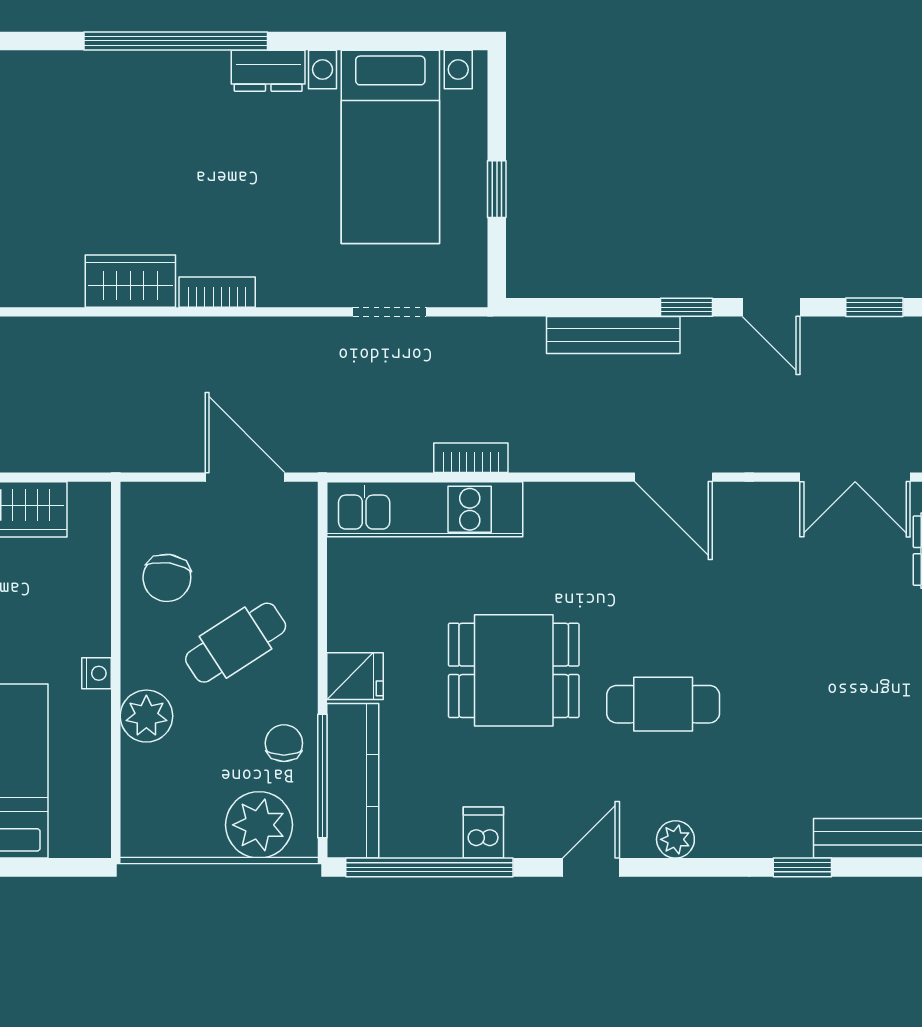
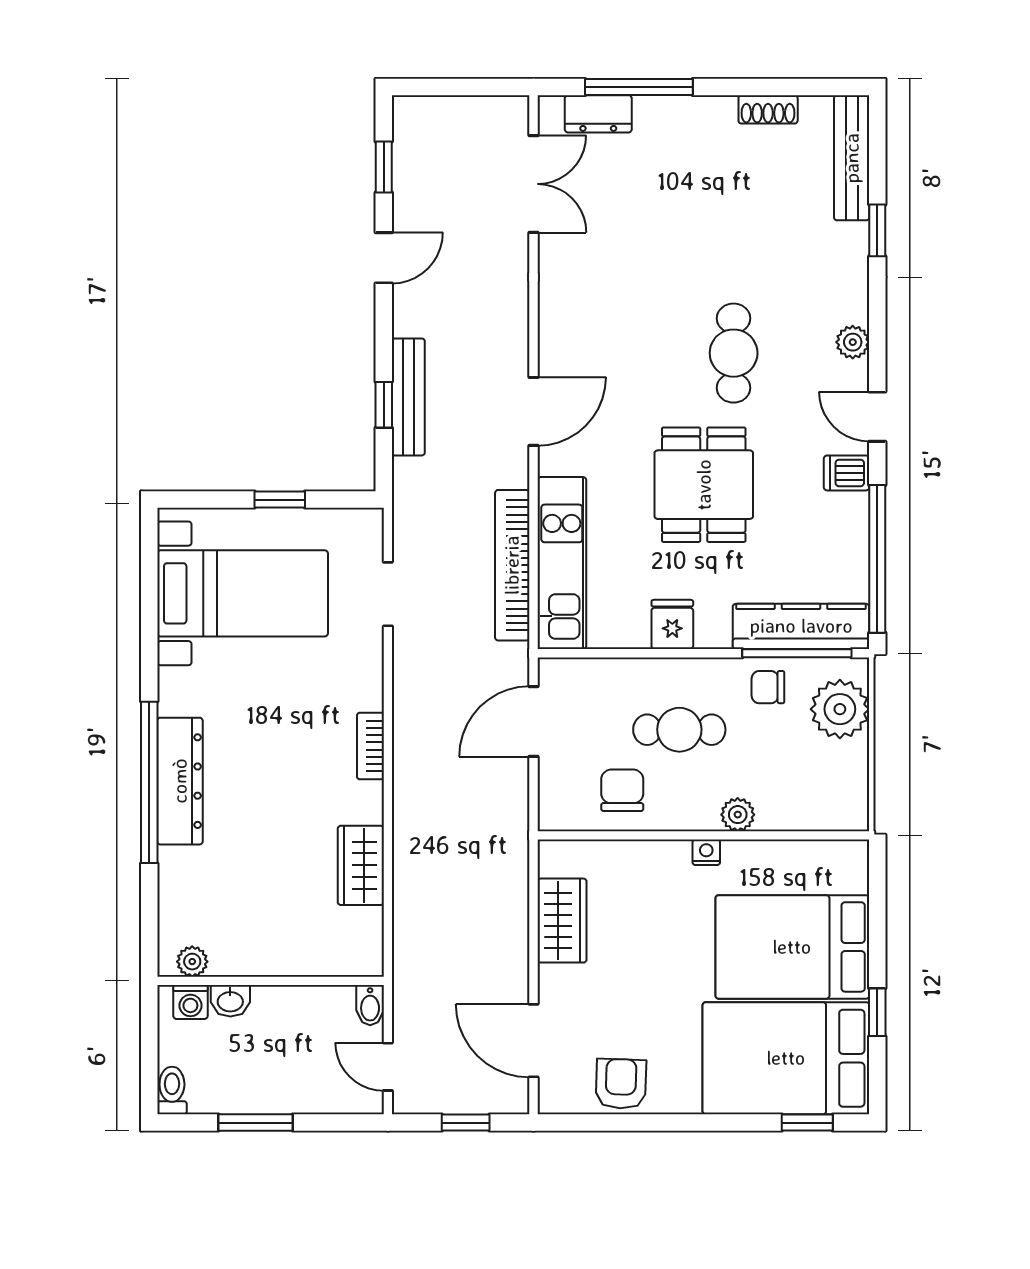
dresser: (268, 71) -> (180, 781), moved, width x1.96, depth x1.24
wardrobe: (130, 281) -> (361, 865), moved
window: (687, 307) -> (384, 405), moved
bookcase: (471, 458) -> (512, 565), width x2.31, depth x1.31
door: (673, 477) -> (533, 411), moved
chair: (167, 578) -> (622, 790), turned -98
cafe table: (236, 643) -> (679, 730), turned -57
fridge: (355, 676) -> (672, 624), moved
plant: (146, 716) -> (738, 815), width x0.73, depth x0.73
dishwasher: (483, 832) -> (847, 473), moved

